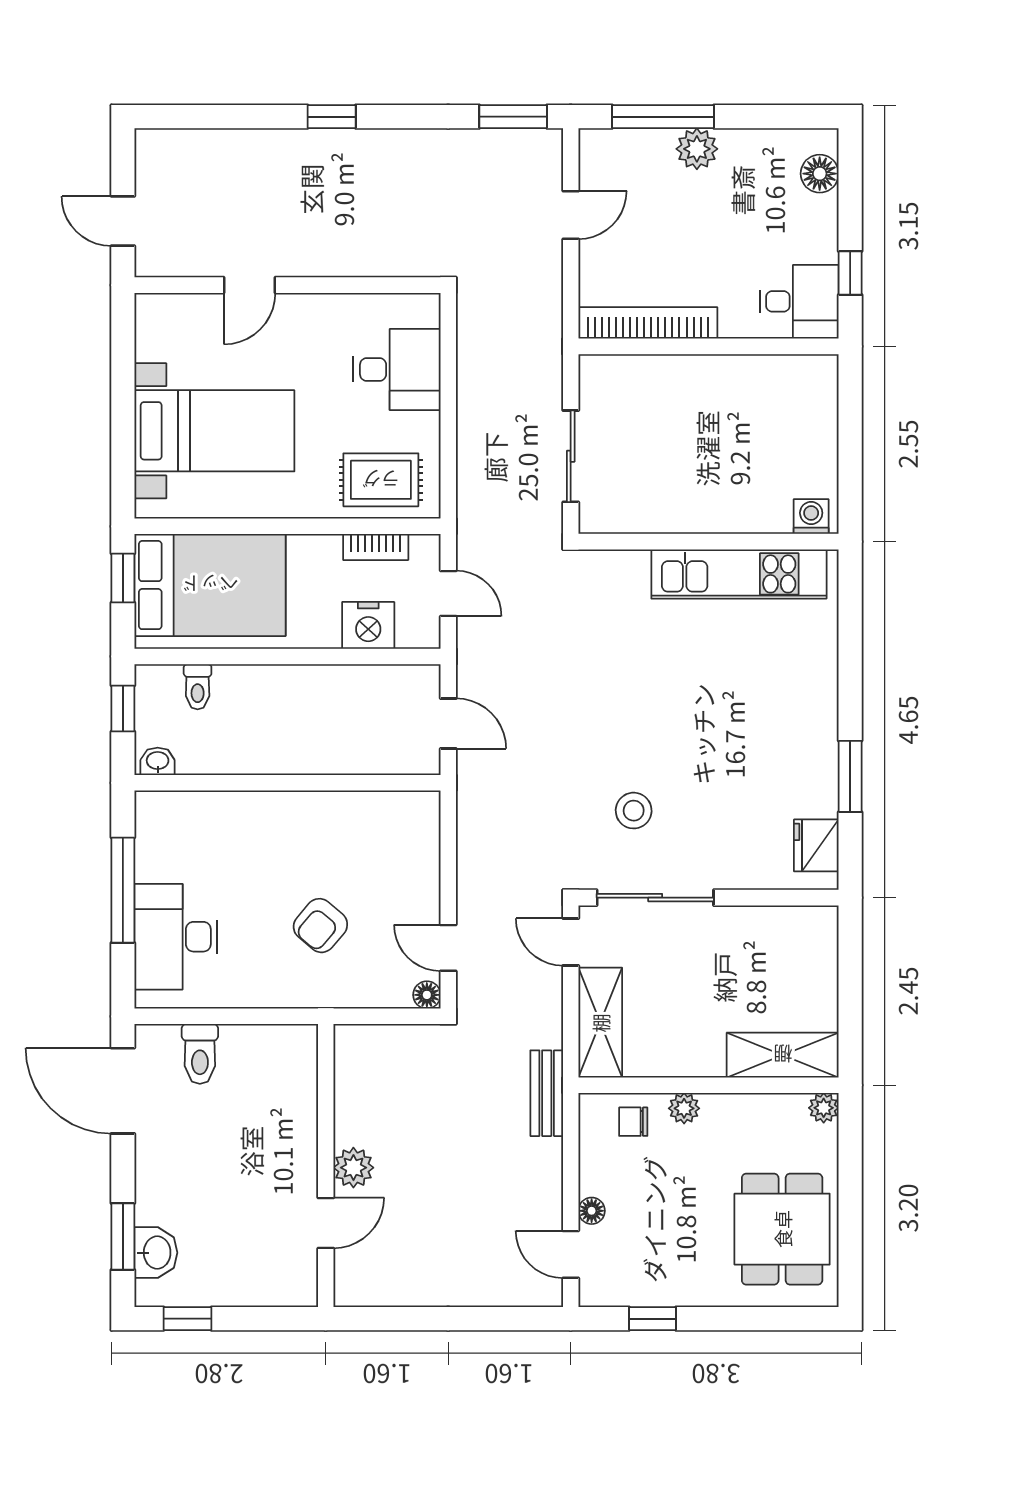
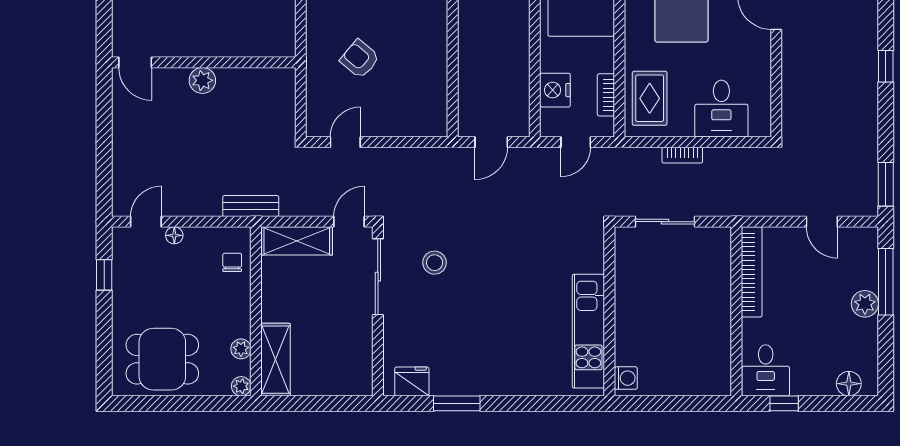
bookcase: (468, 430) -> (682, 155), added
floor lamp: (427, 995) -> (315, 128), removed
plant: (684, 1108) -> (241, 349), moved
door: (326, 1223) -> (135, 62), moved

